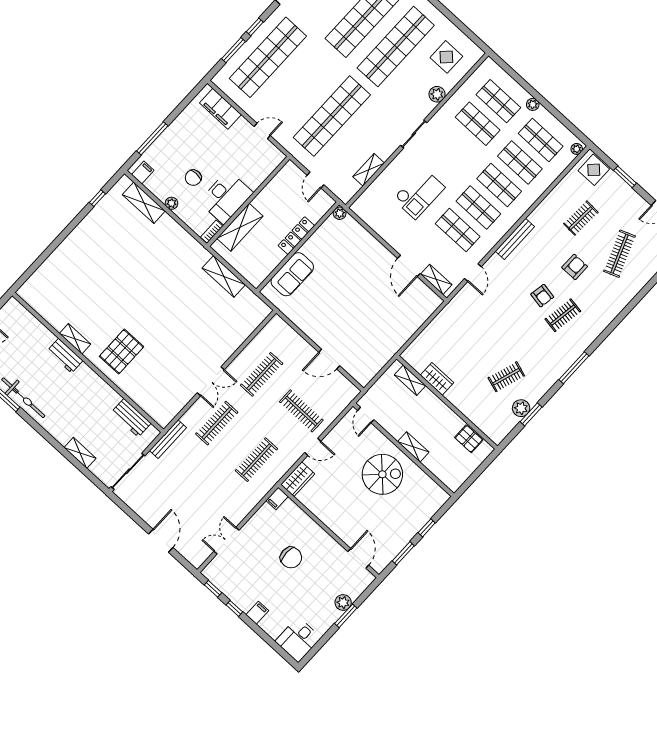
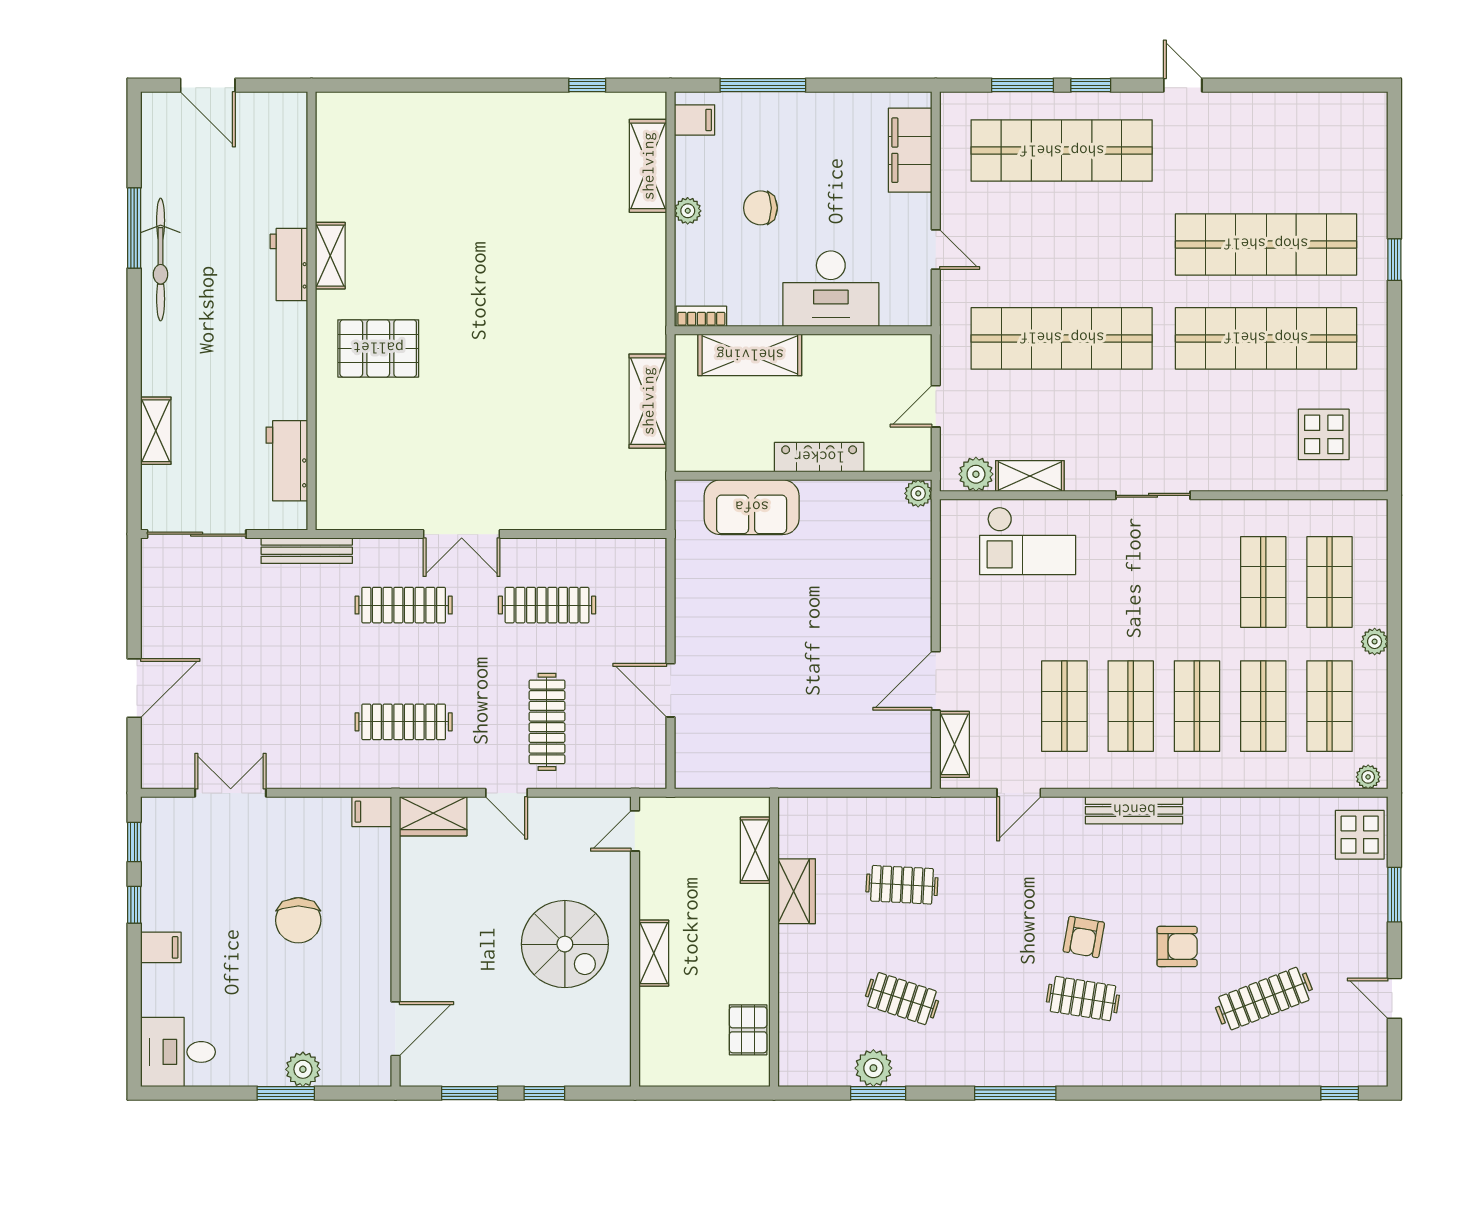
plant: (437, 94) -> (976, 474), moved
checkout: (419, 193) -> (1028, 541), moved
desk: (226, 197) -> (831, 289), moved
clothes rail: (581, 218) -> (902, 885), moved

